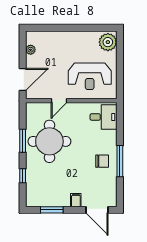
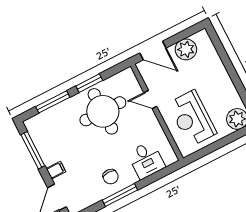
plant: (31, 50) -> (186, 49), width x1.88, depth x1.88
desk: (103, 117) -> (146, 160), moved
window: (23, 176) -> (53, 102), width x2.17
window: (52, 210) -> (33, 150), width x1.44

